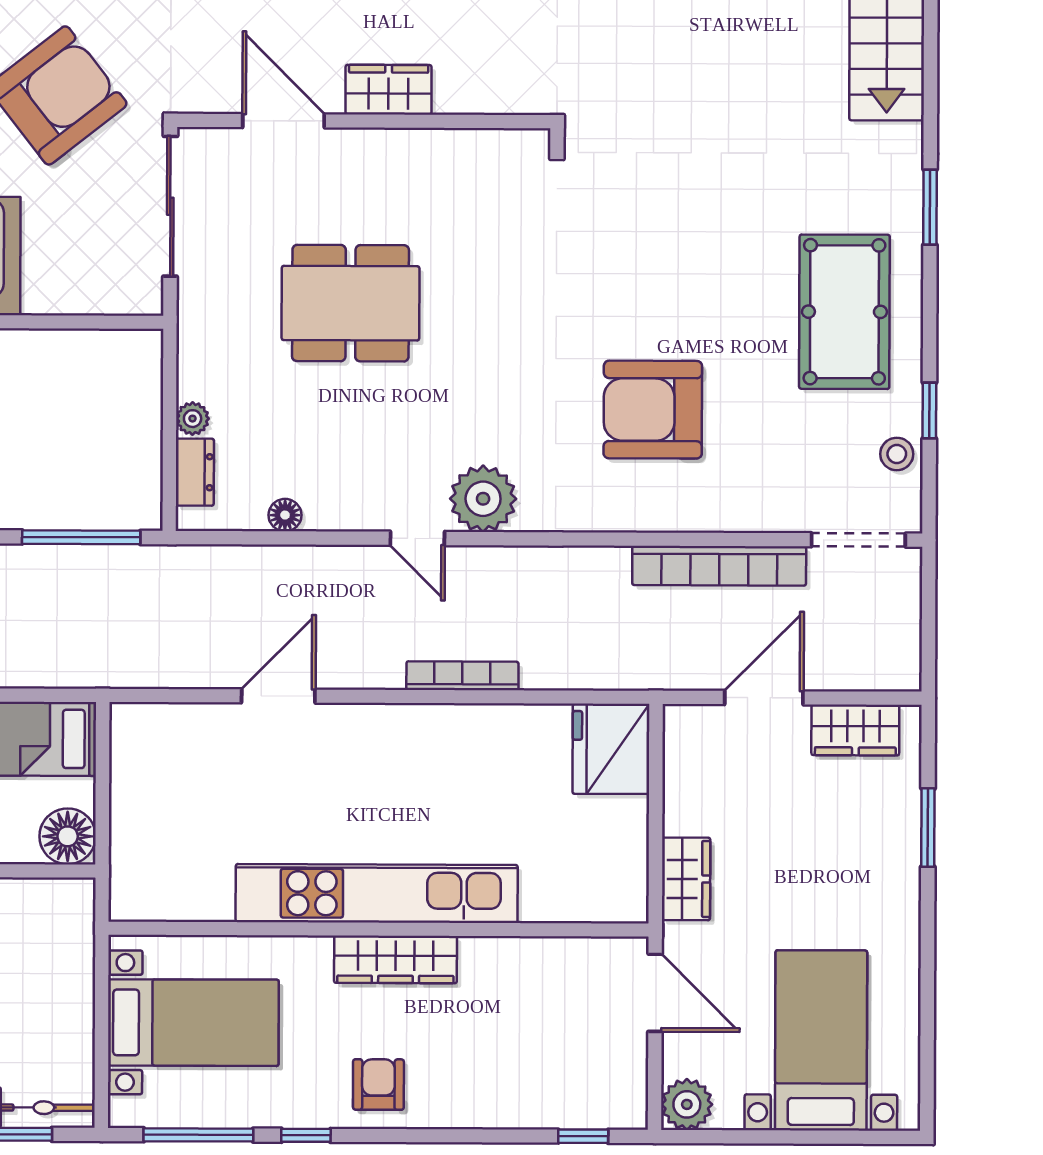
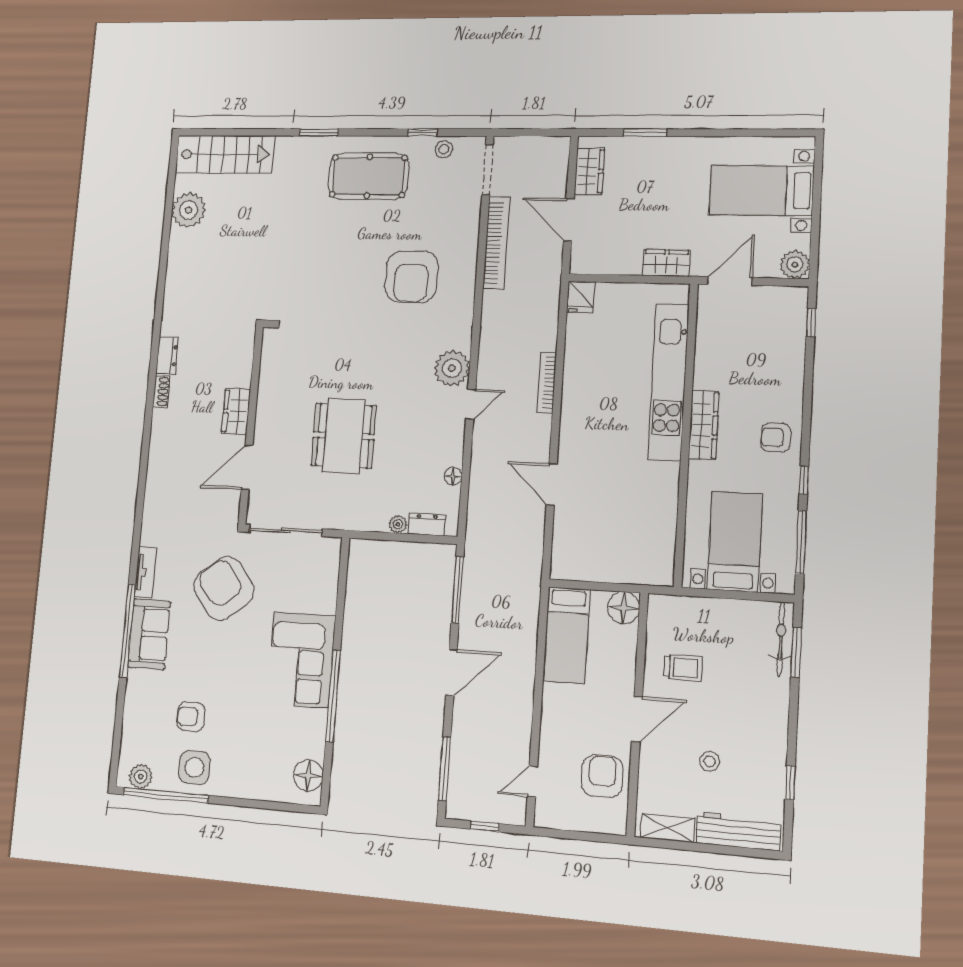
fridge: (611, 749) -> (581, 297), width x0.53, depth x0.75
kitchen unit: (377, 893) -> (668, 382), moved

